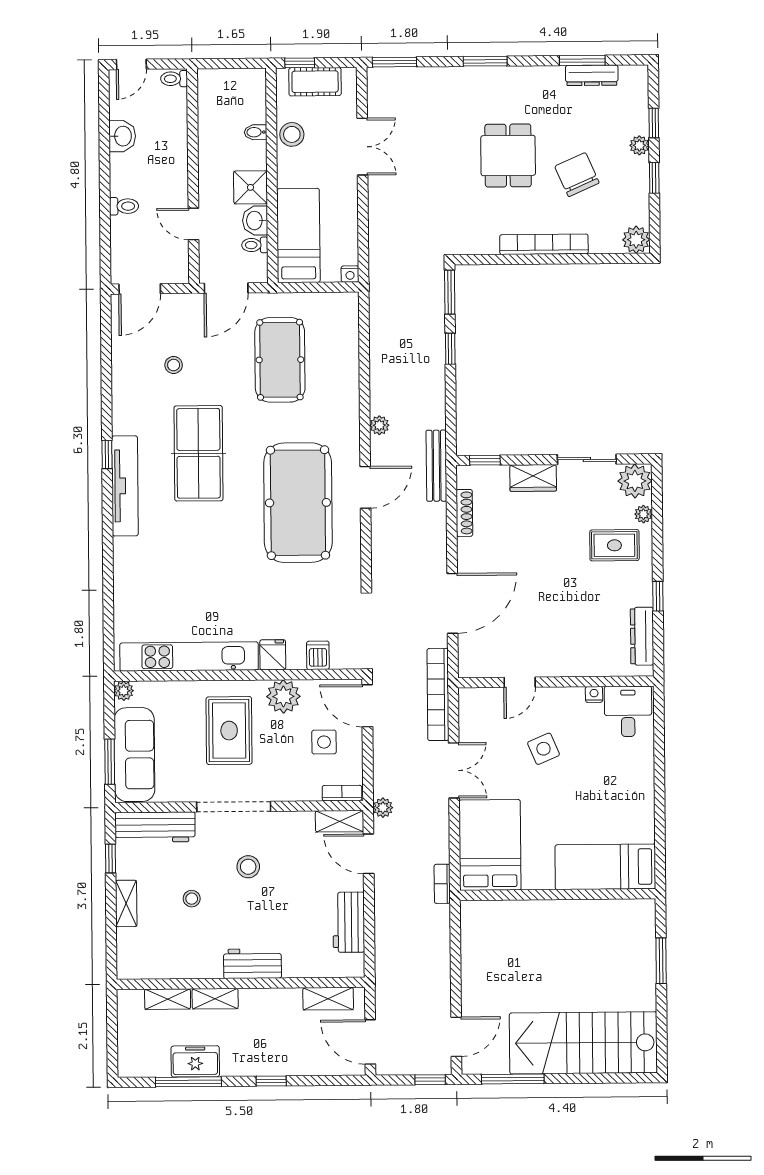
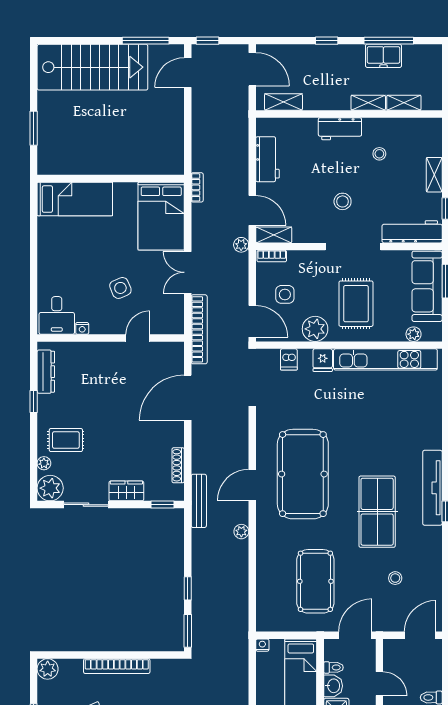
plant: (124, 691) -> (414, 334), moved
stool: (192, 899) -> (379, 154), moved

